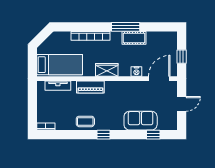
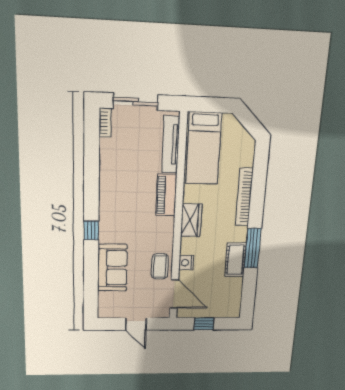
tv unit: (58, 86) -> (171, 145), width x1.41
sliding door: (32, 108) -> (136, 102), added
coffee table: (85, 121) -> (160, 266), moved
window: (103, 135) -> (91, 231), moved
window: (153, 135) -> (91, 286), removed

